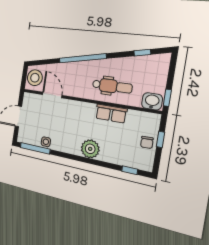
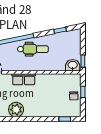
dental chair: (112, 86) -> (33, 49), moved
row of seats: (111, 114) -> (24, 79), moved
plant: (90, 149) -> (16, 110), moved

